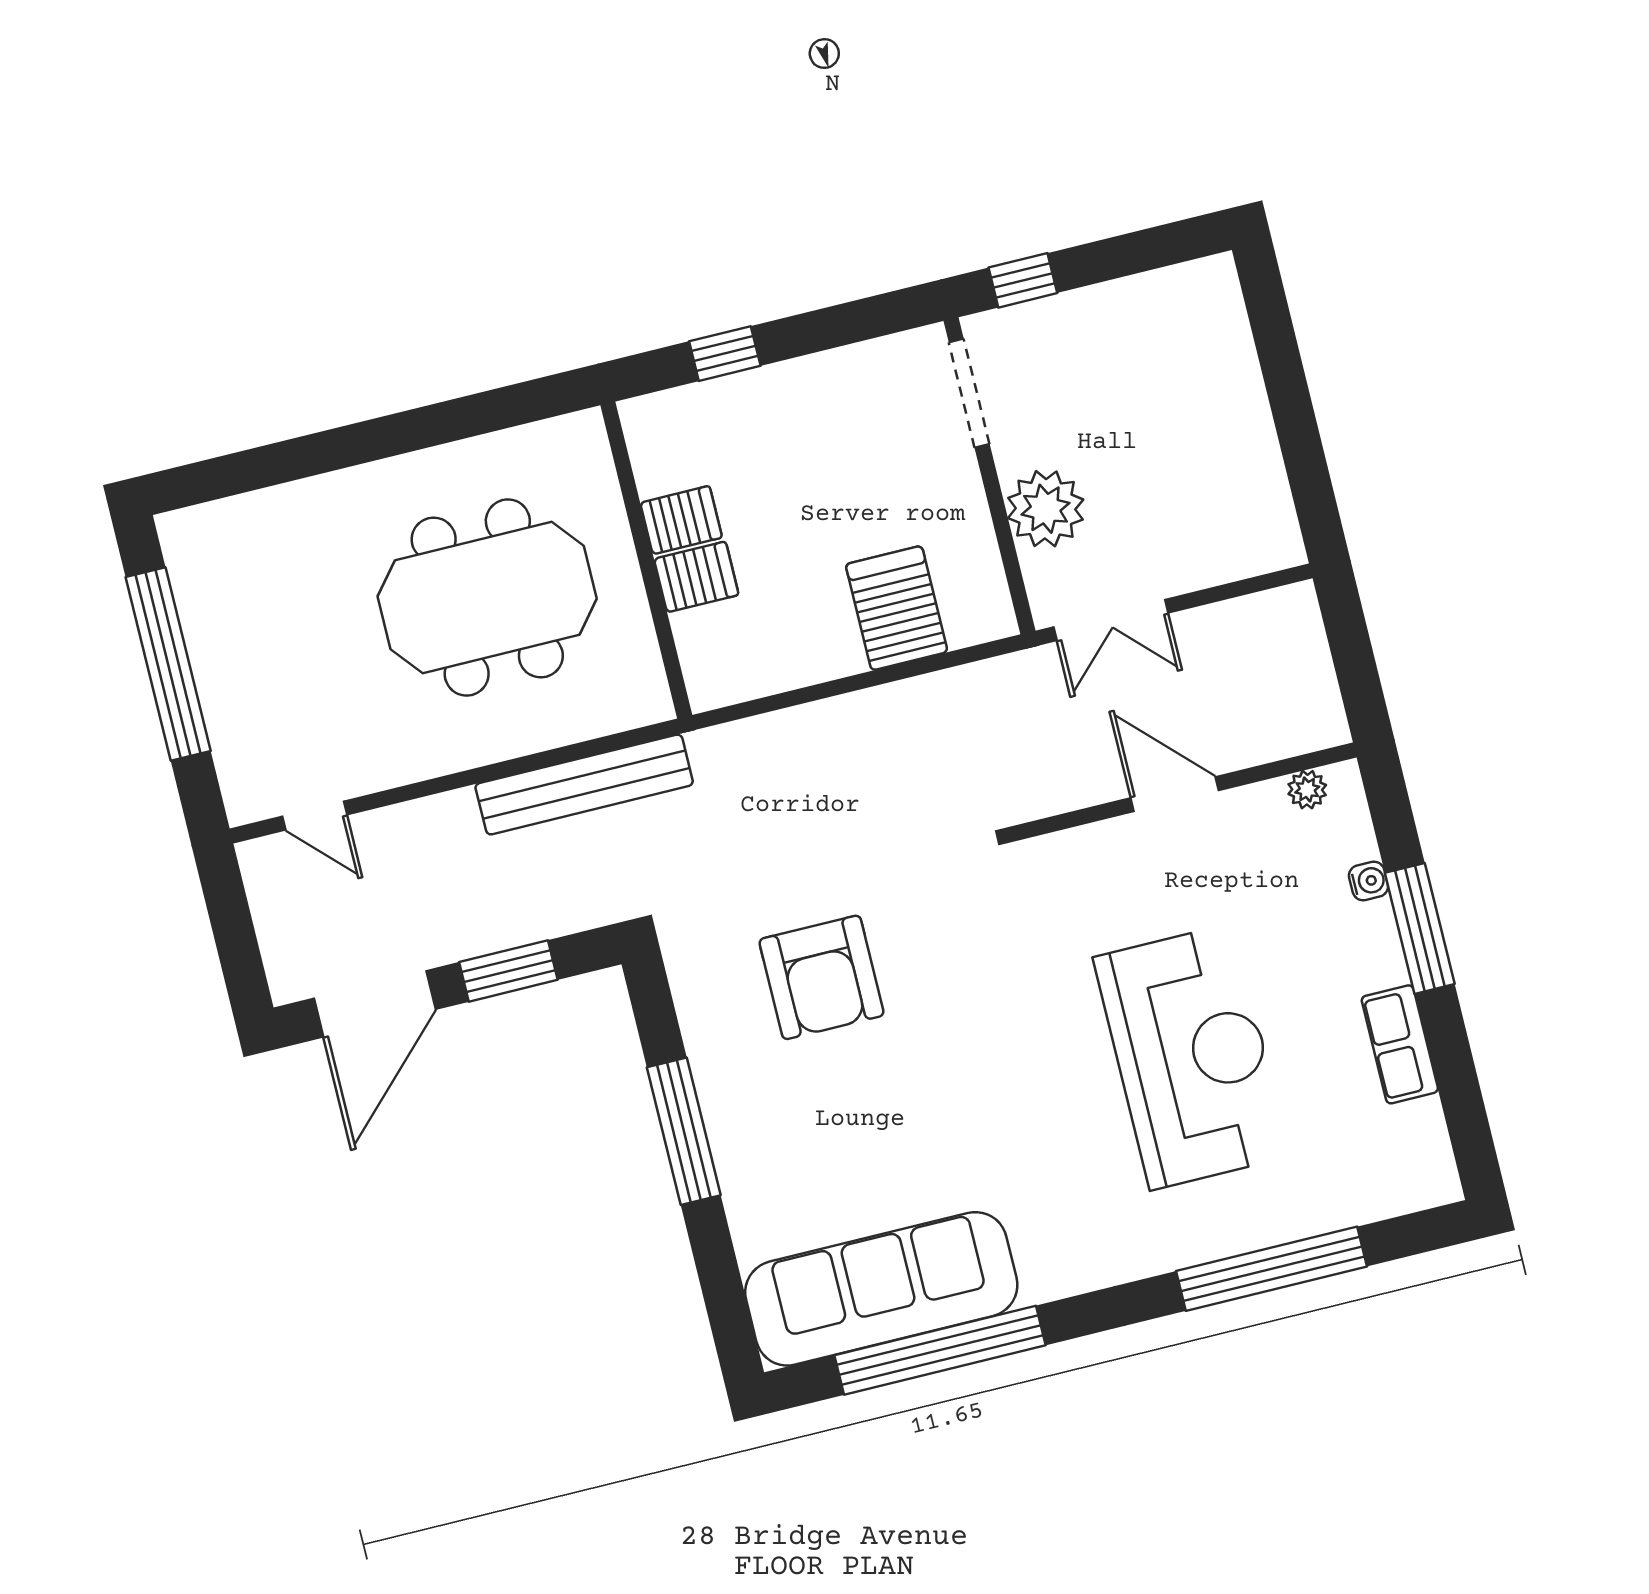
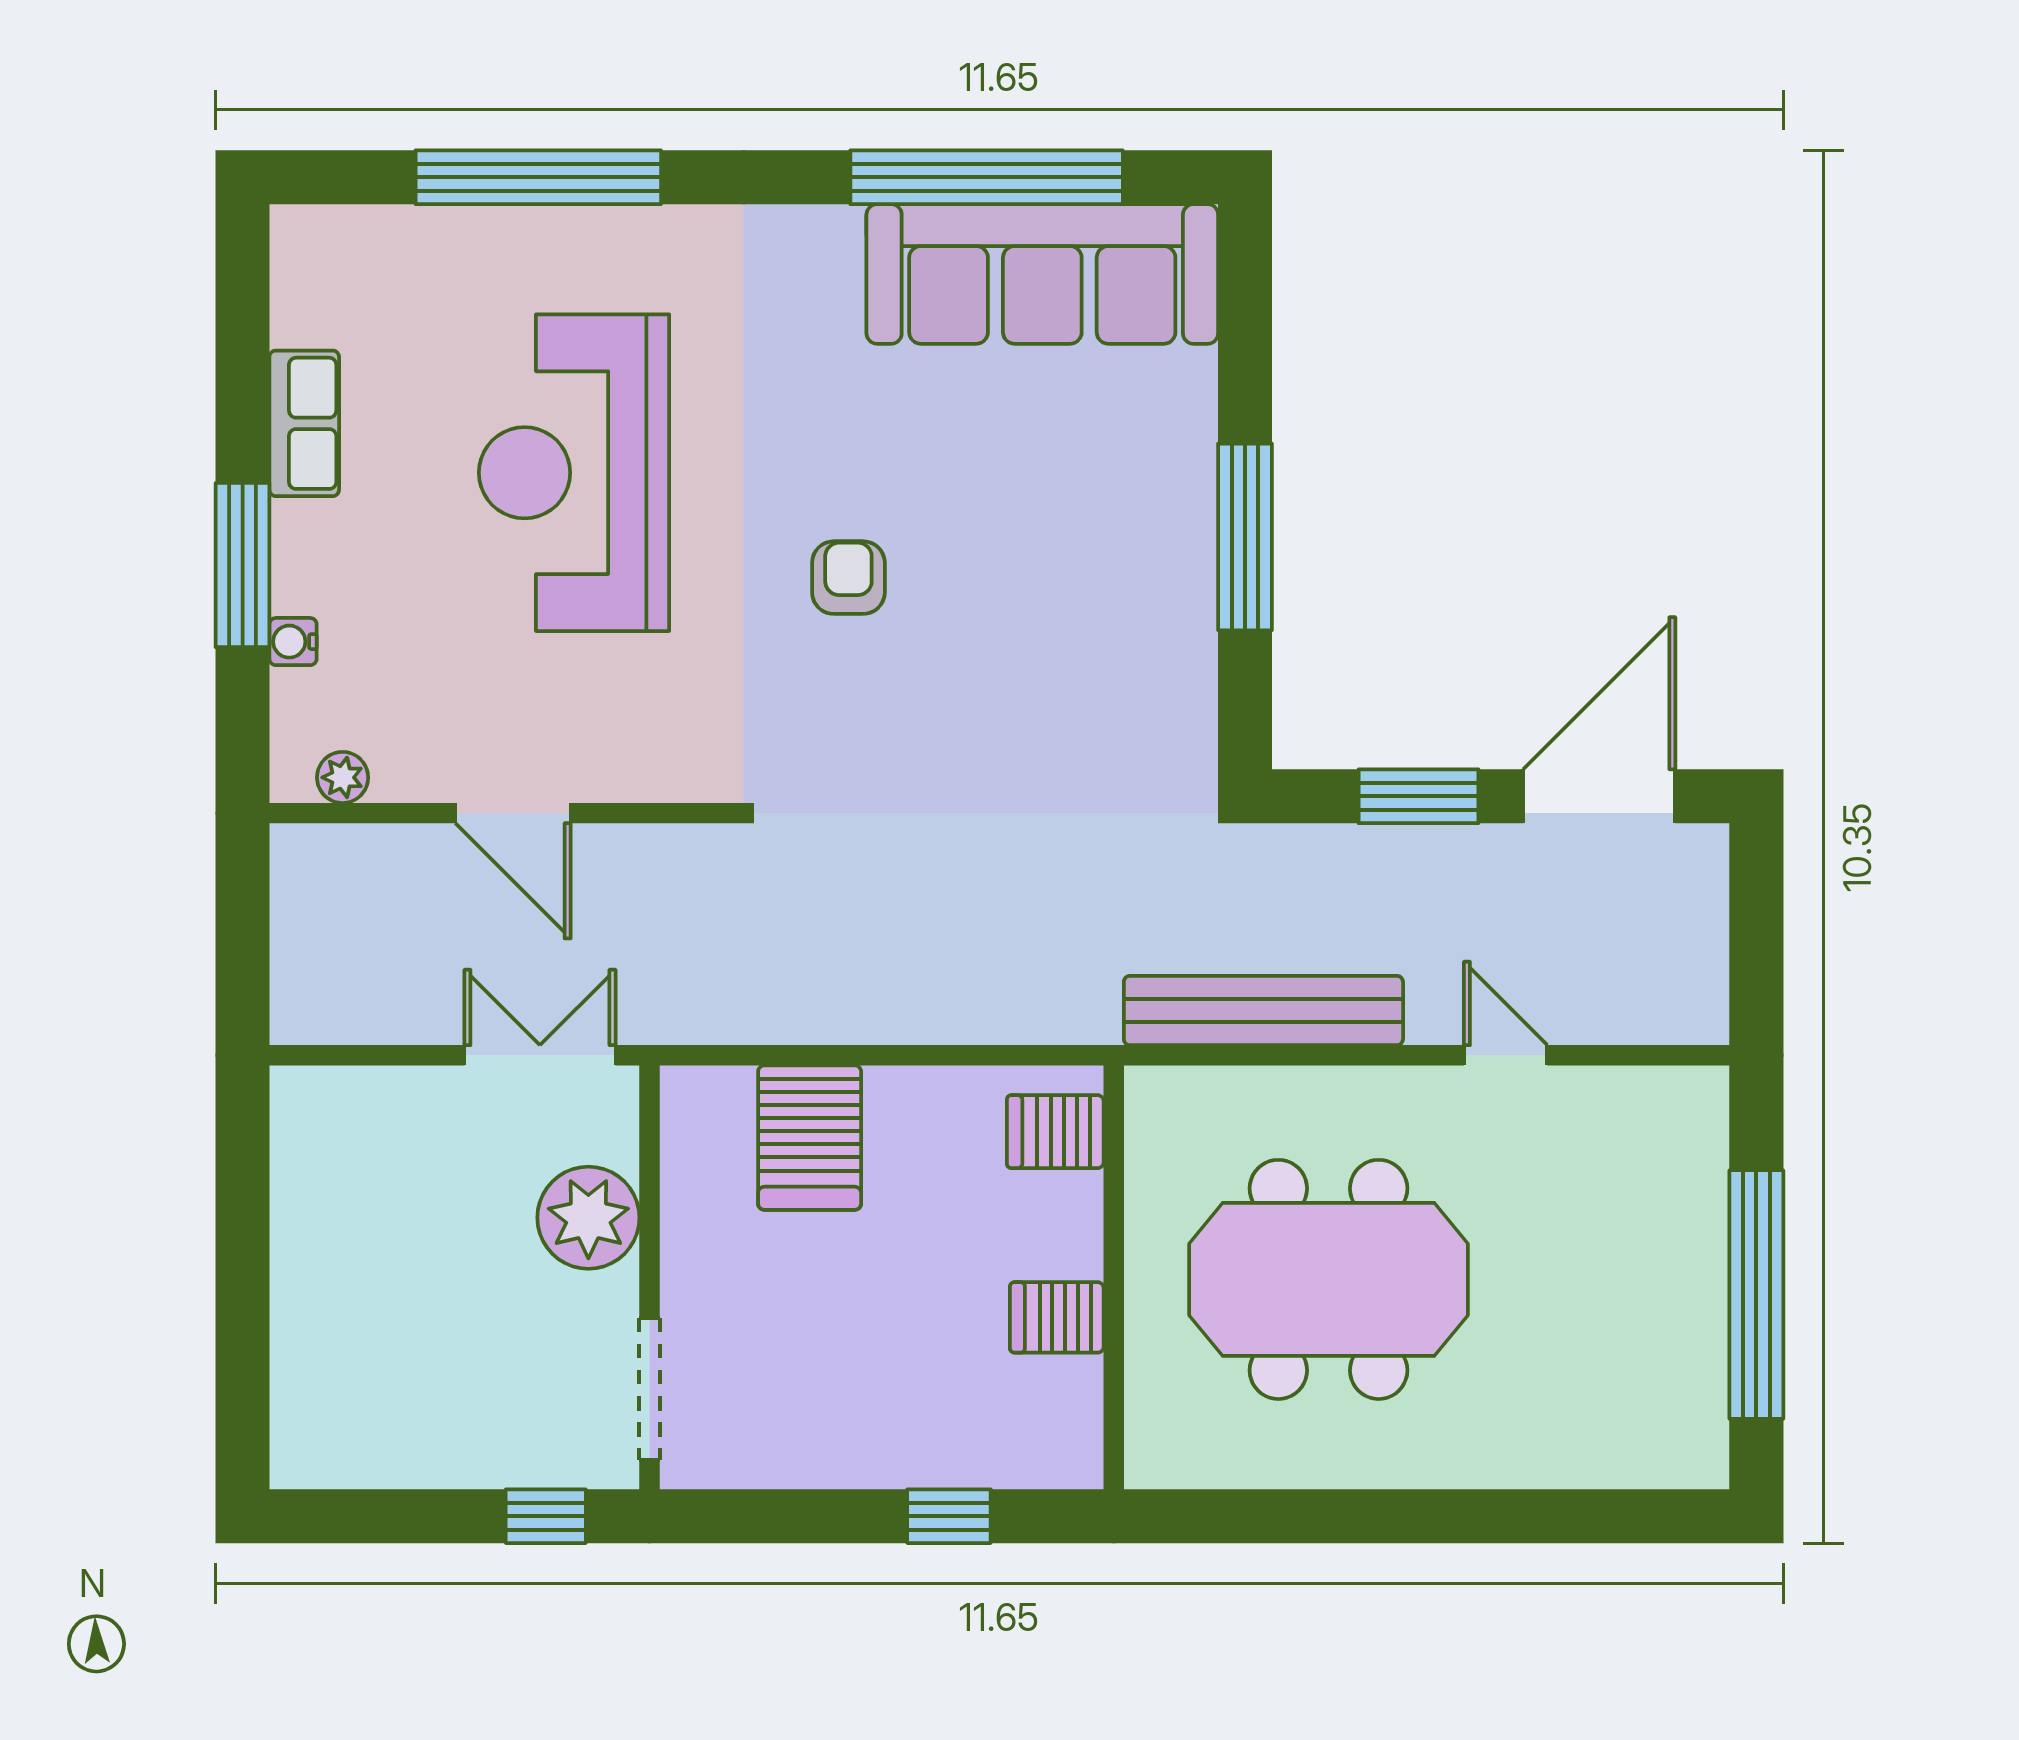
server rack: (696, 577) -> (1055, 1132), moved
door: (315, 816) -> (1506, 1055), moved
armchair: (822, 977) -> (848, 578), moved, width x0.53, depth x0.53

